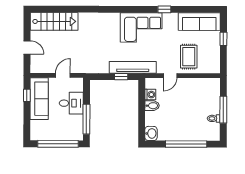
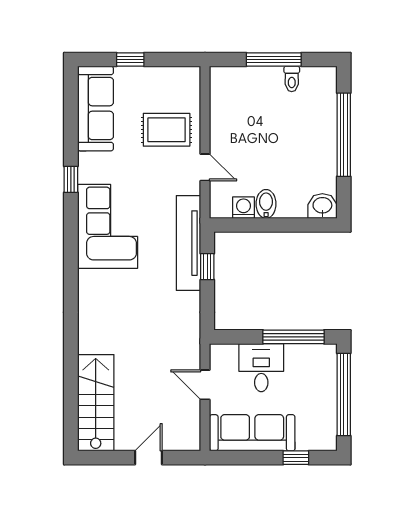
window: (27, 95) -> (296, 458), moved

